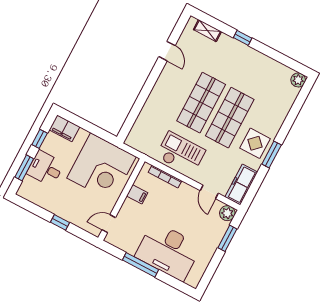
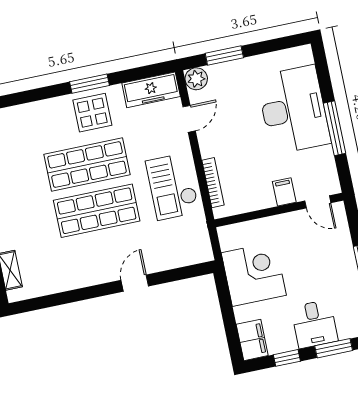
door: (167, 51) -> (135, 283), moved
corner desk: (101, 167) -> (254, 274), width x0.74, depth x0.74
filing cabinet: (137, 194) -> (284, 192), moved

